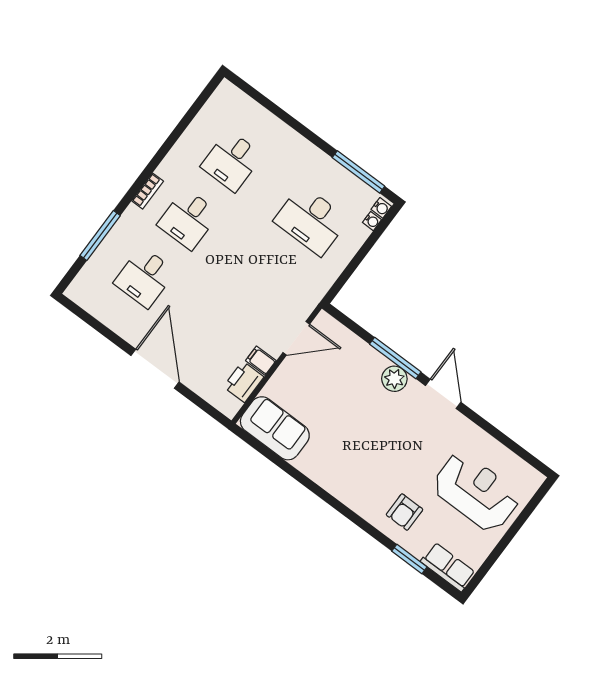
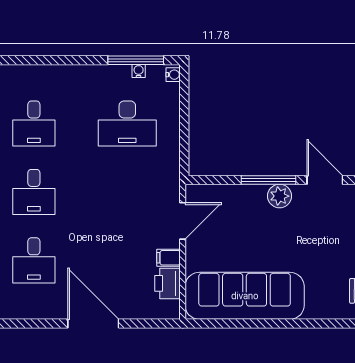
water cooler: (372, 221) -> (139, 71), moved, turned -90
sofa: (275, 428) -> (245, 296), width x1.85, depth x1.27

